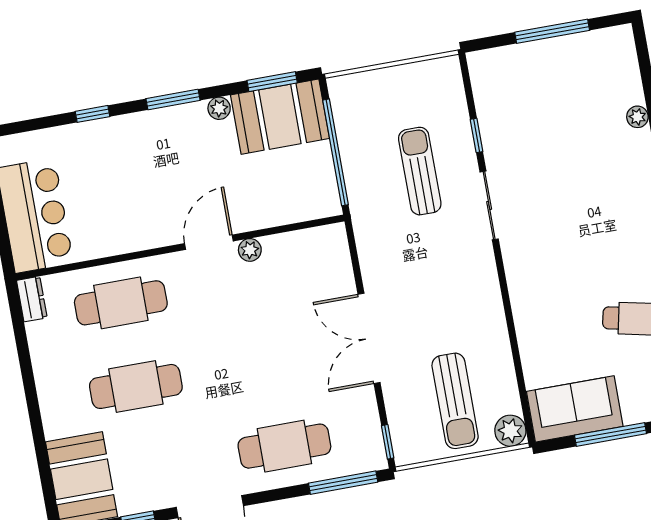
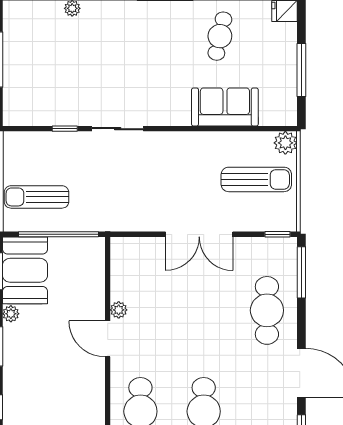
sun lounger: (420, 171) -> (36, 197), moved
sofa: (575, 409) -> (225, 107), moved, turned 90

